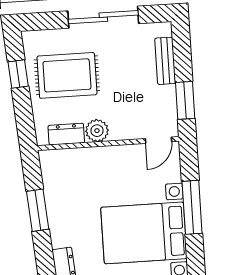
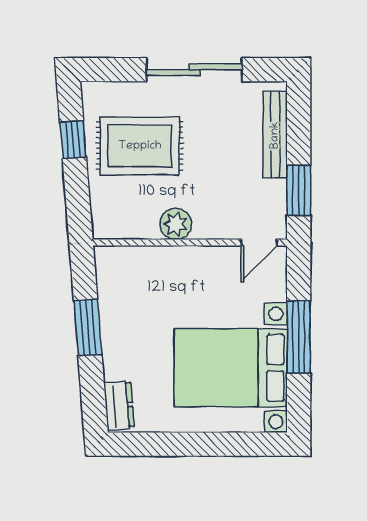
bench: (165, 61) -> (275, 135), width x1.36
dresser: (66, 134) -> (134, 226), removed

